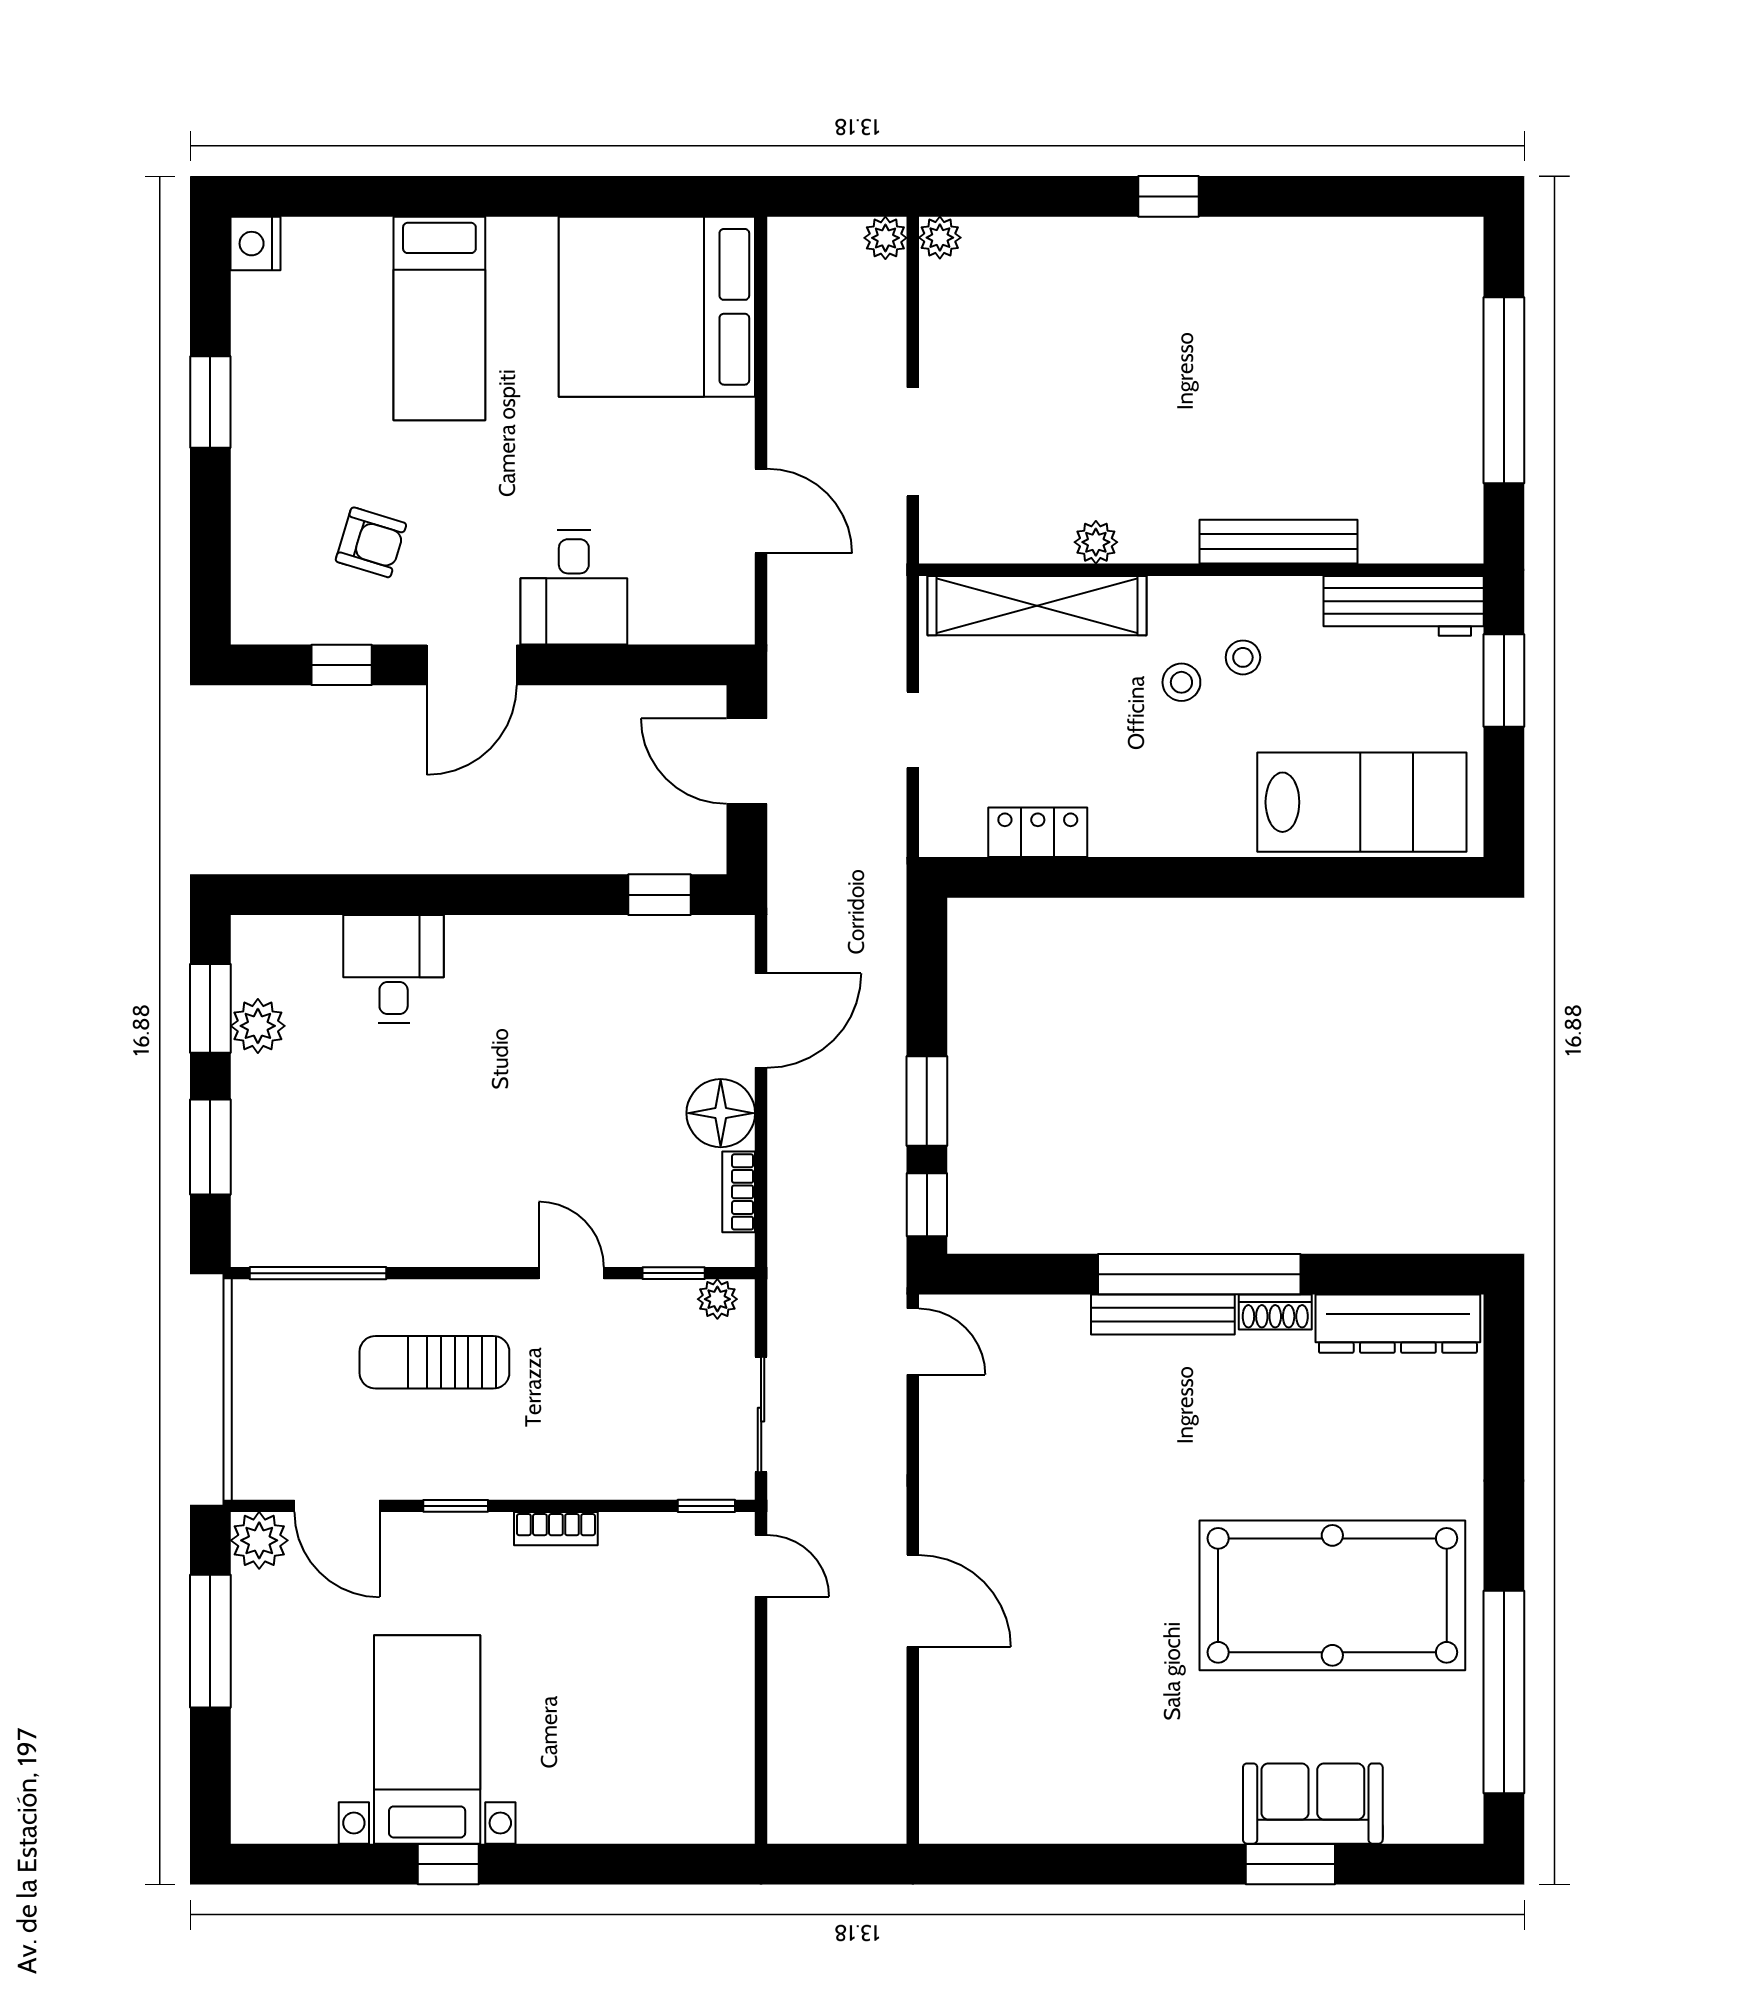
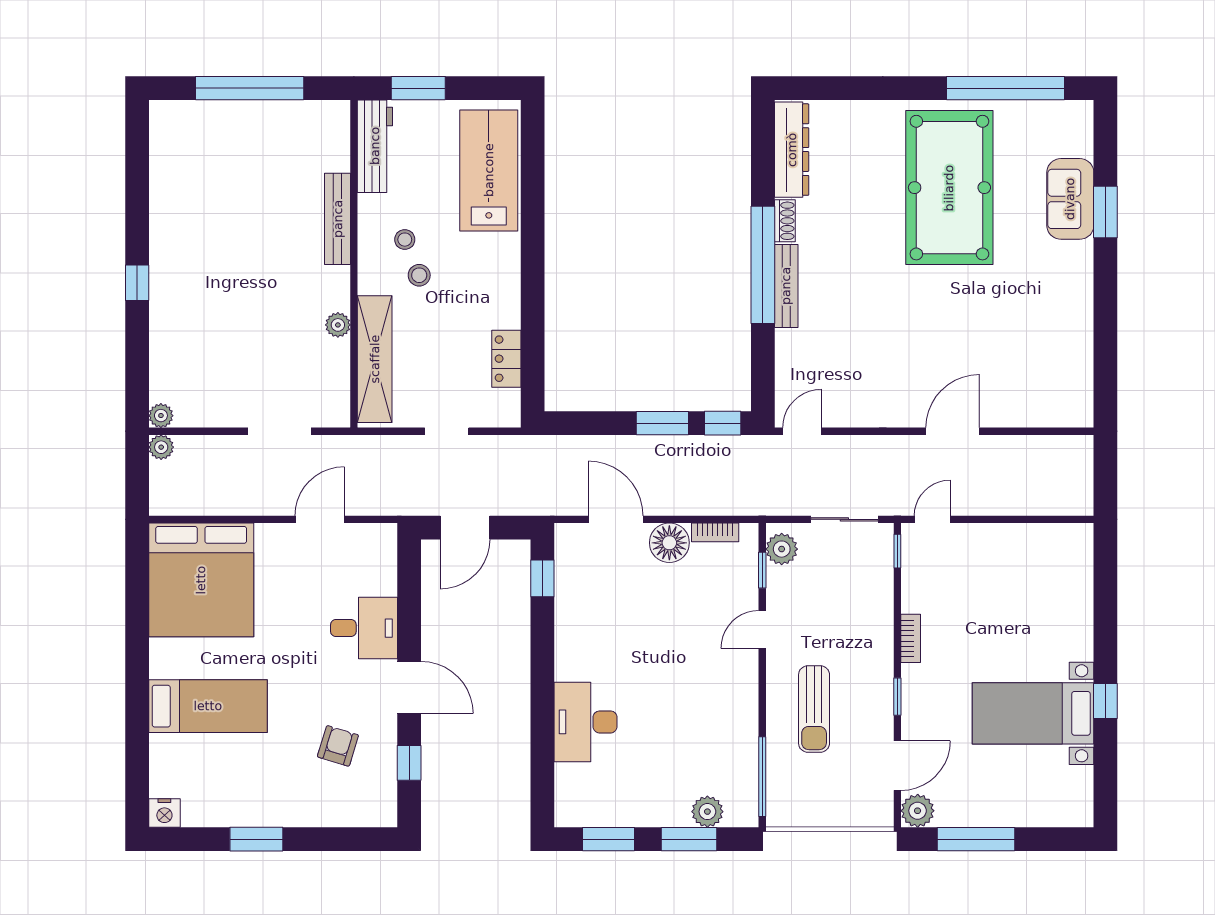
desk: (394, 969) -> (586, 722), width x1.37
plant: (258, 1026) -> (707, 812), moved
plant: (717, 1299) -> (782, 549), width x1.38, depth x1.38

